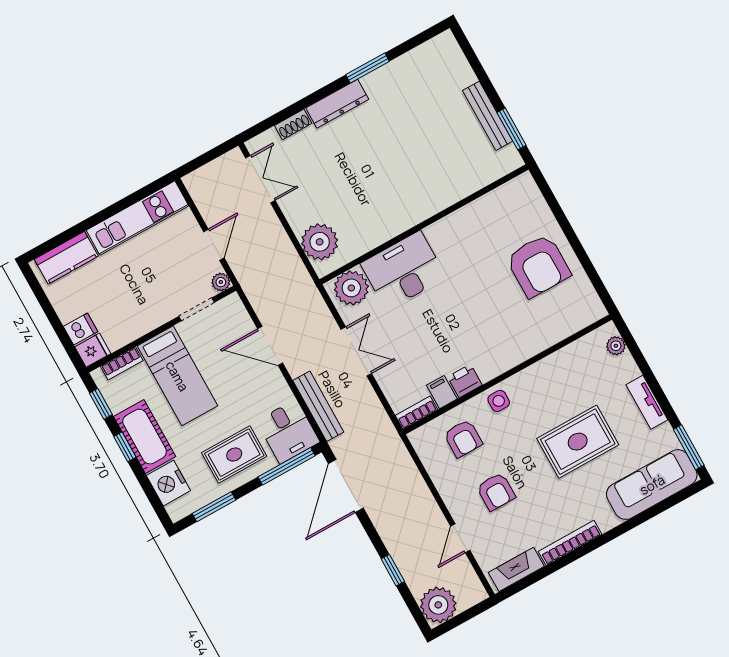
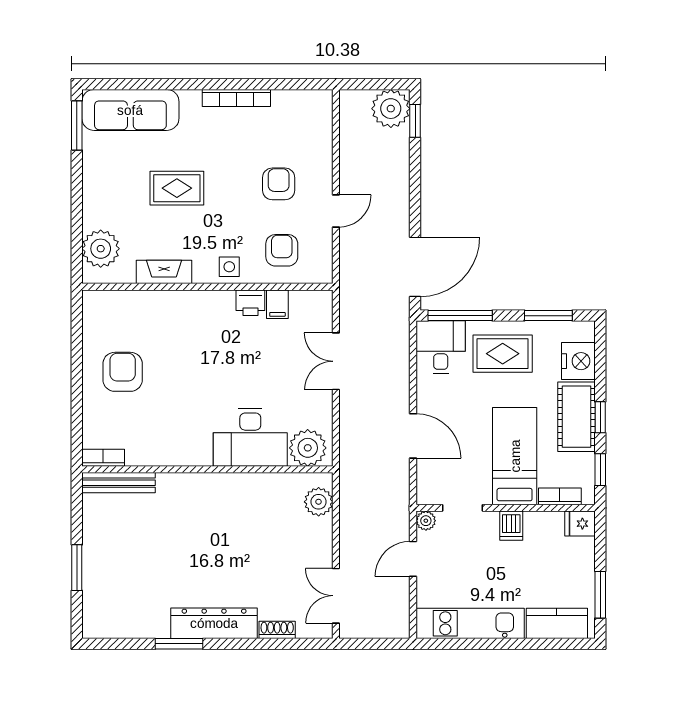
dresser: (337, 104) -> (214, 623), width x1.37, depth x1.24
bench: (488, 116) -> (119, 483), moved, turned 90
window: (512, 129) -> (77, 568), moved
plant: (320, 242) -> (319, 502), width x0.73, depth x0.73
armchair: (538, 266) -> (123, 372), width x0.73, depth x0.73
window: (44, 301) -> (600, 595), added
dishwasher: (81, 329) -> (511, 526), moved, turned -90
plant: (616, 346) -> (101, 249), width x1.88, depth x1.88
double door: (356, 351) -> (336, 361), moved
tv unit: (647, 402) -> (92, 189), removed
bench: (318, 406) -> (400, 355), removed
bookcase: (417, 413) -> (103, 458), moved, turned 180
rug: (578, 442) -> (177, 188), width x0.73, depth x0.70
door: (460, 538) -> (336, 211), moved
fireplace: (516, 569) -> (164, 272), moved, turned 180
window: (393, 570) -> (415, 121), moved

